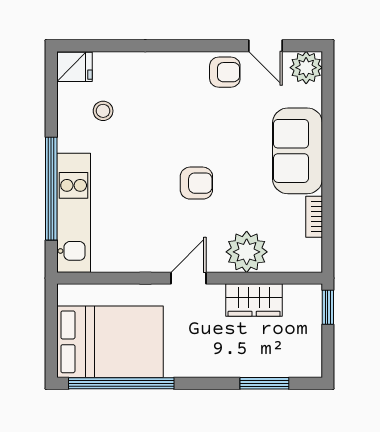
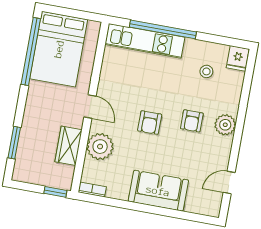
plant: (306, 68) -> (225, 125), moved
armchair: (225, 72) -> (192, 121), moved
bookcase: (314, 217) -> (92, 190), moved

